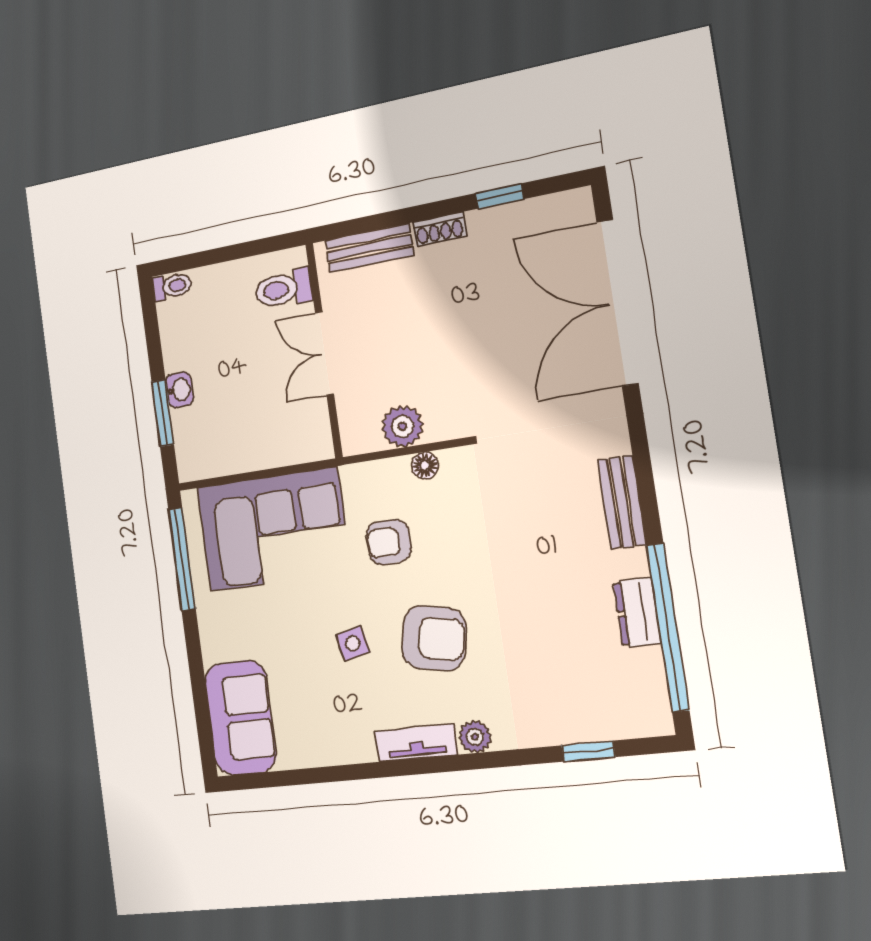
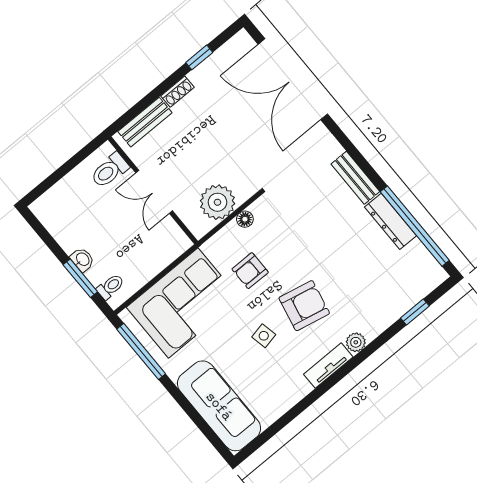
toilet: (172, 286) -> (110, 287), moved
plant: (402, 426) -> (217, 202), width x1.36, depth x1.36
dresser: (637, 612) -> (391, 221), width x1.44
sofa: (240, 718) -> (219, 406), width x1.36

